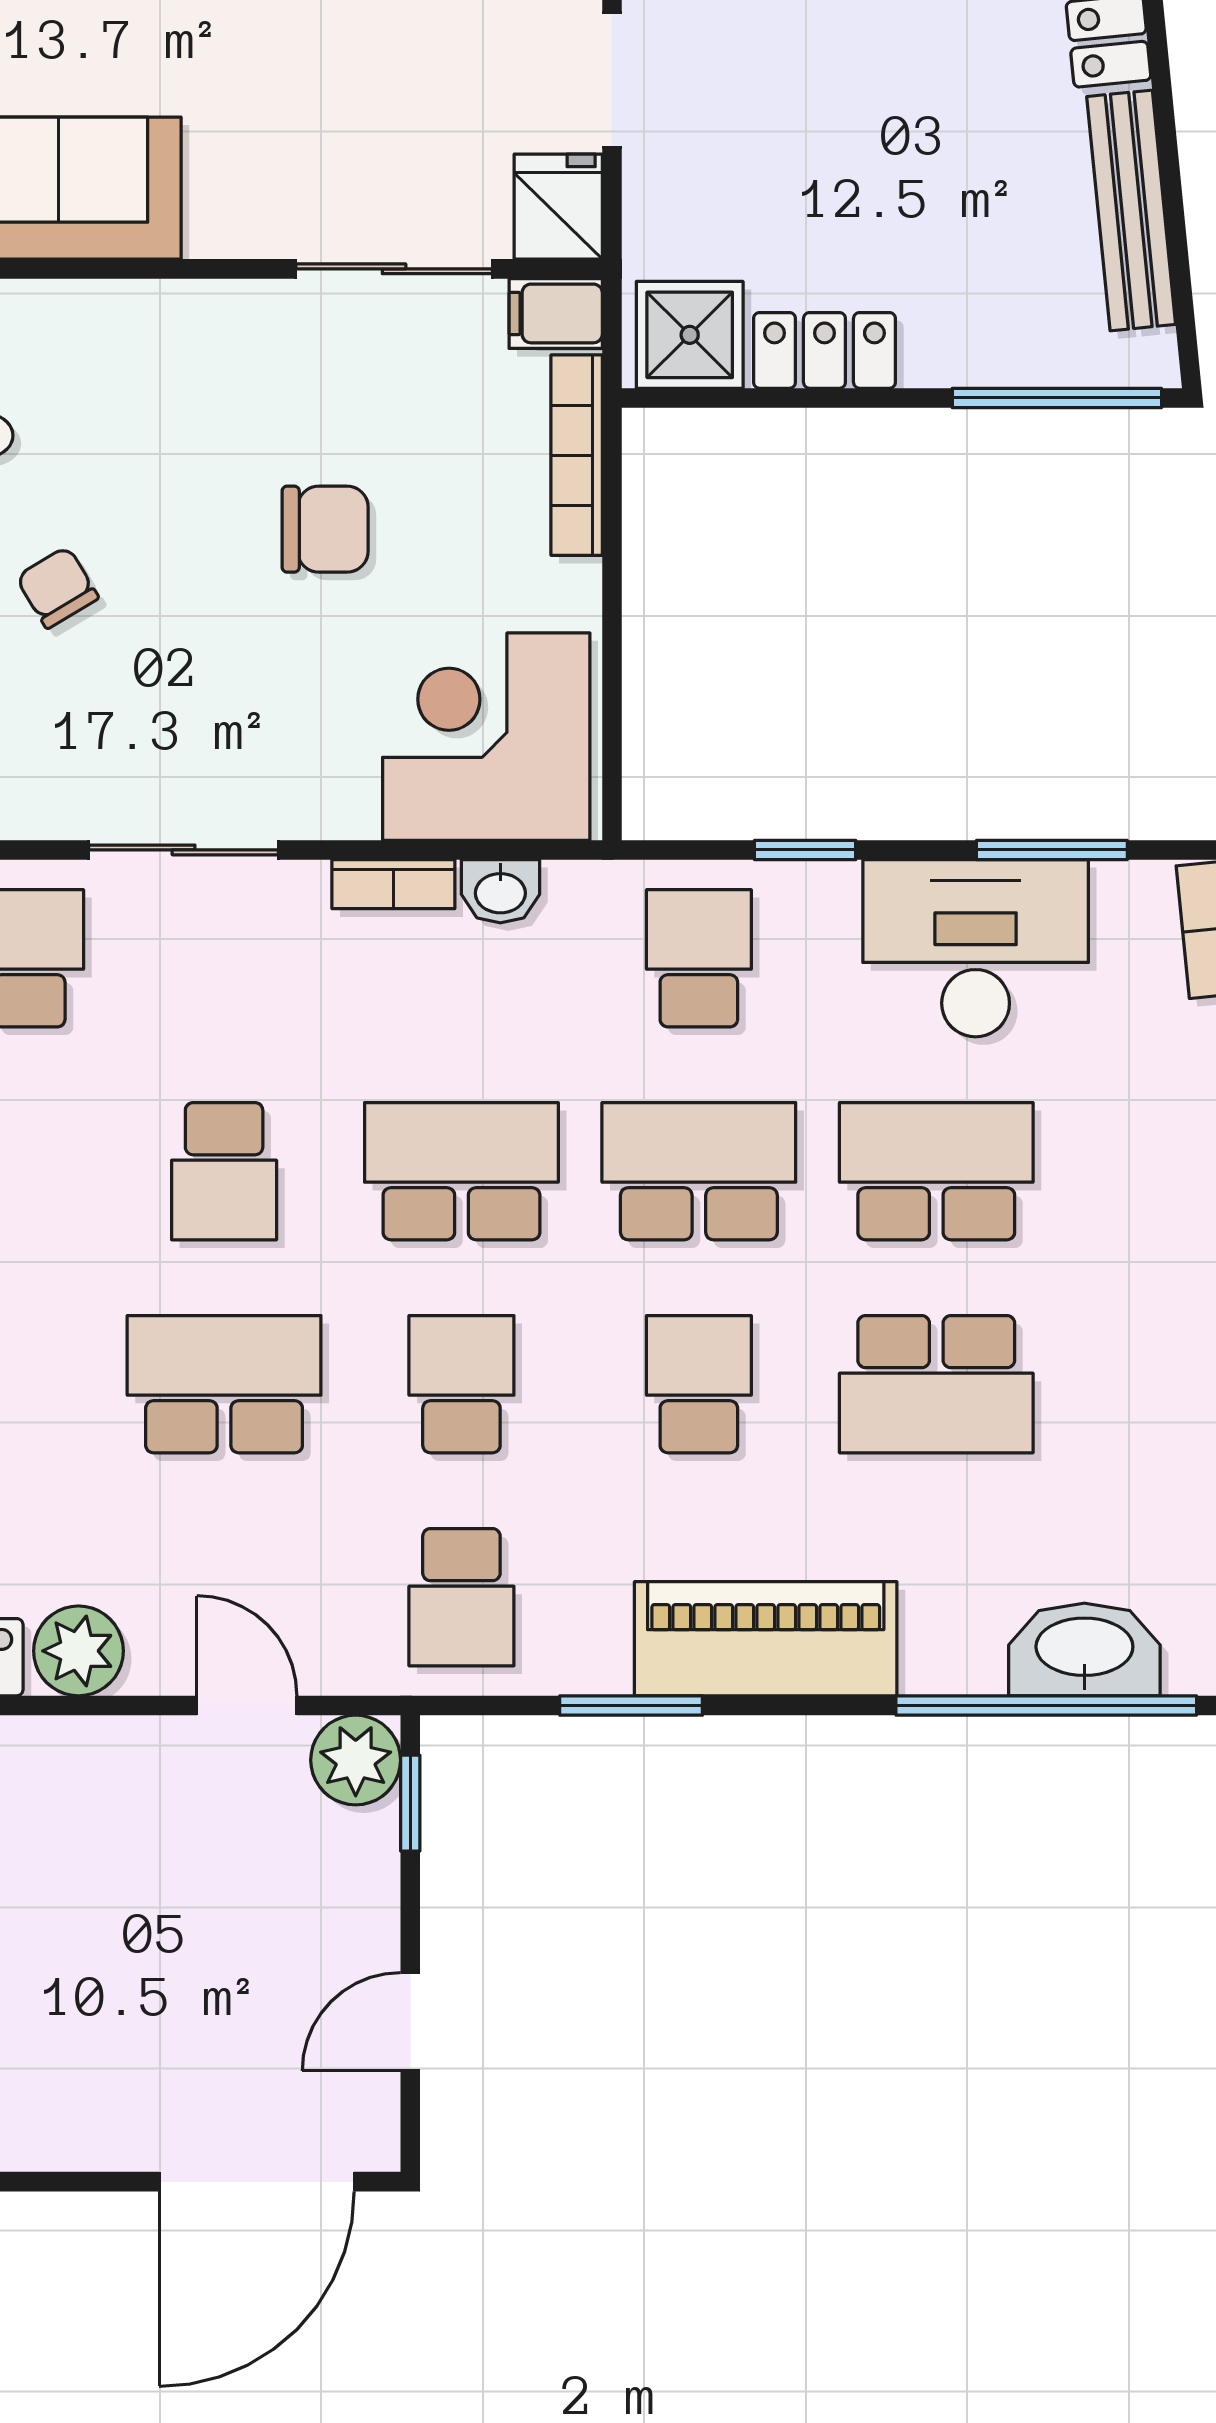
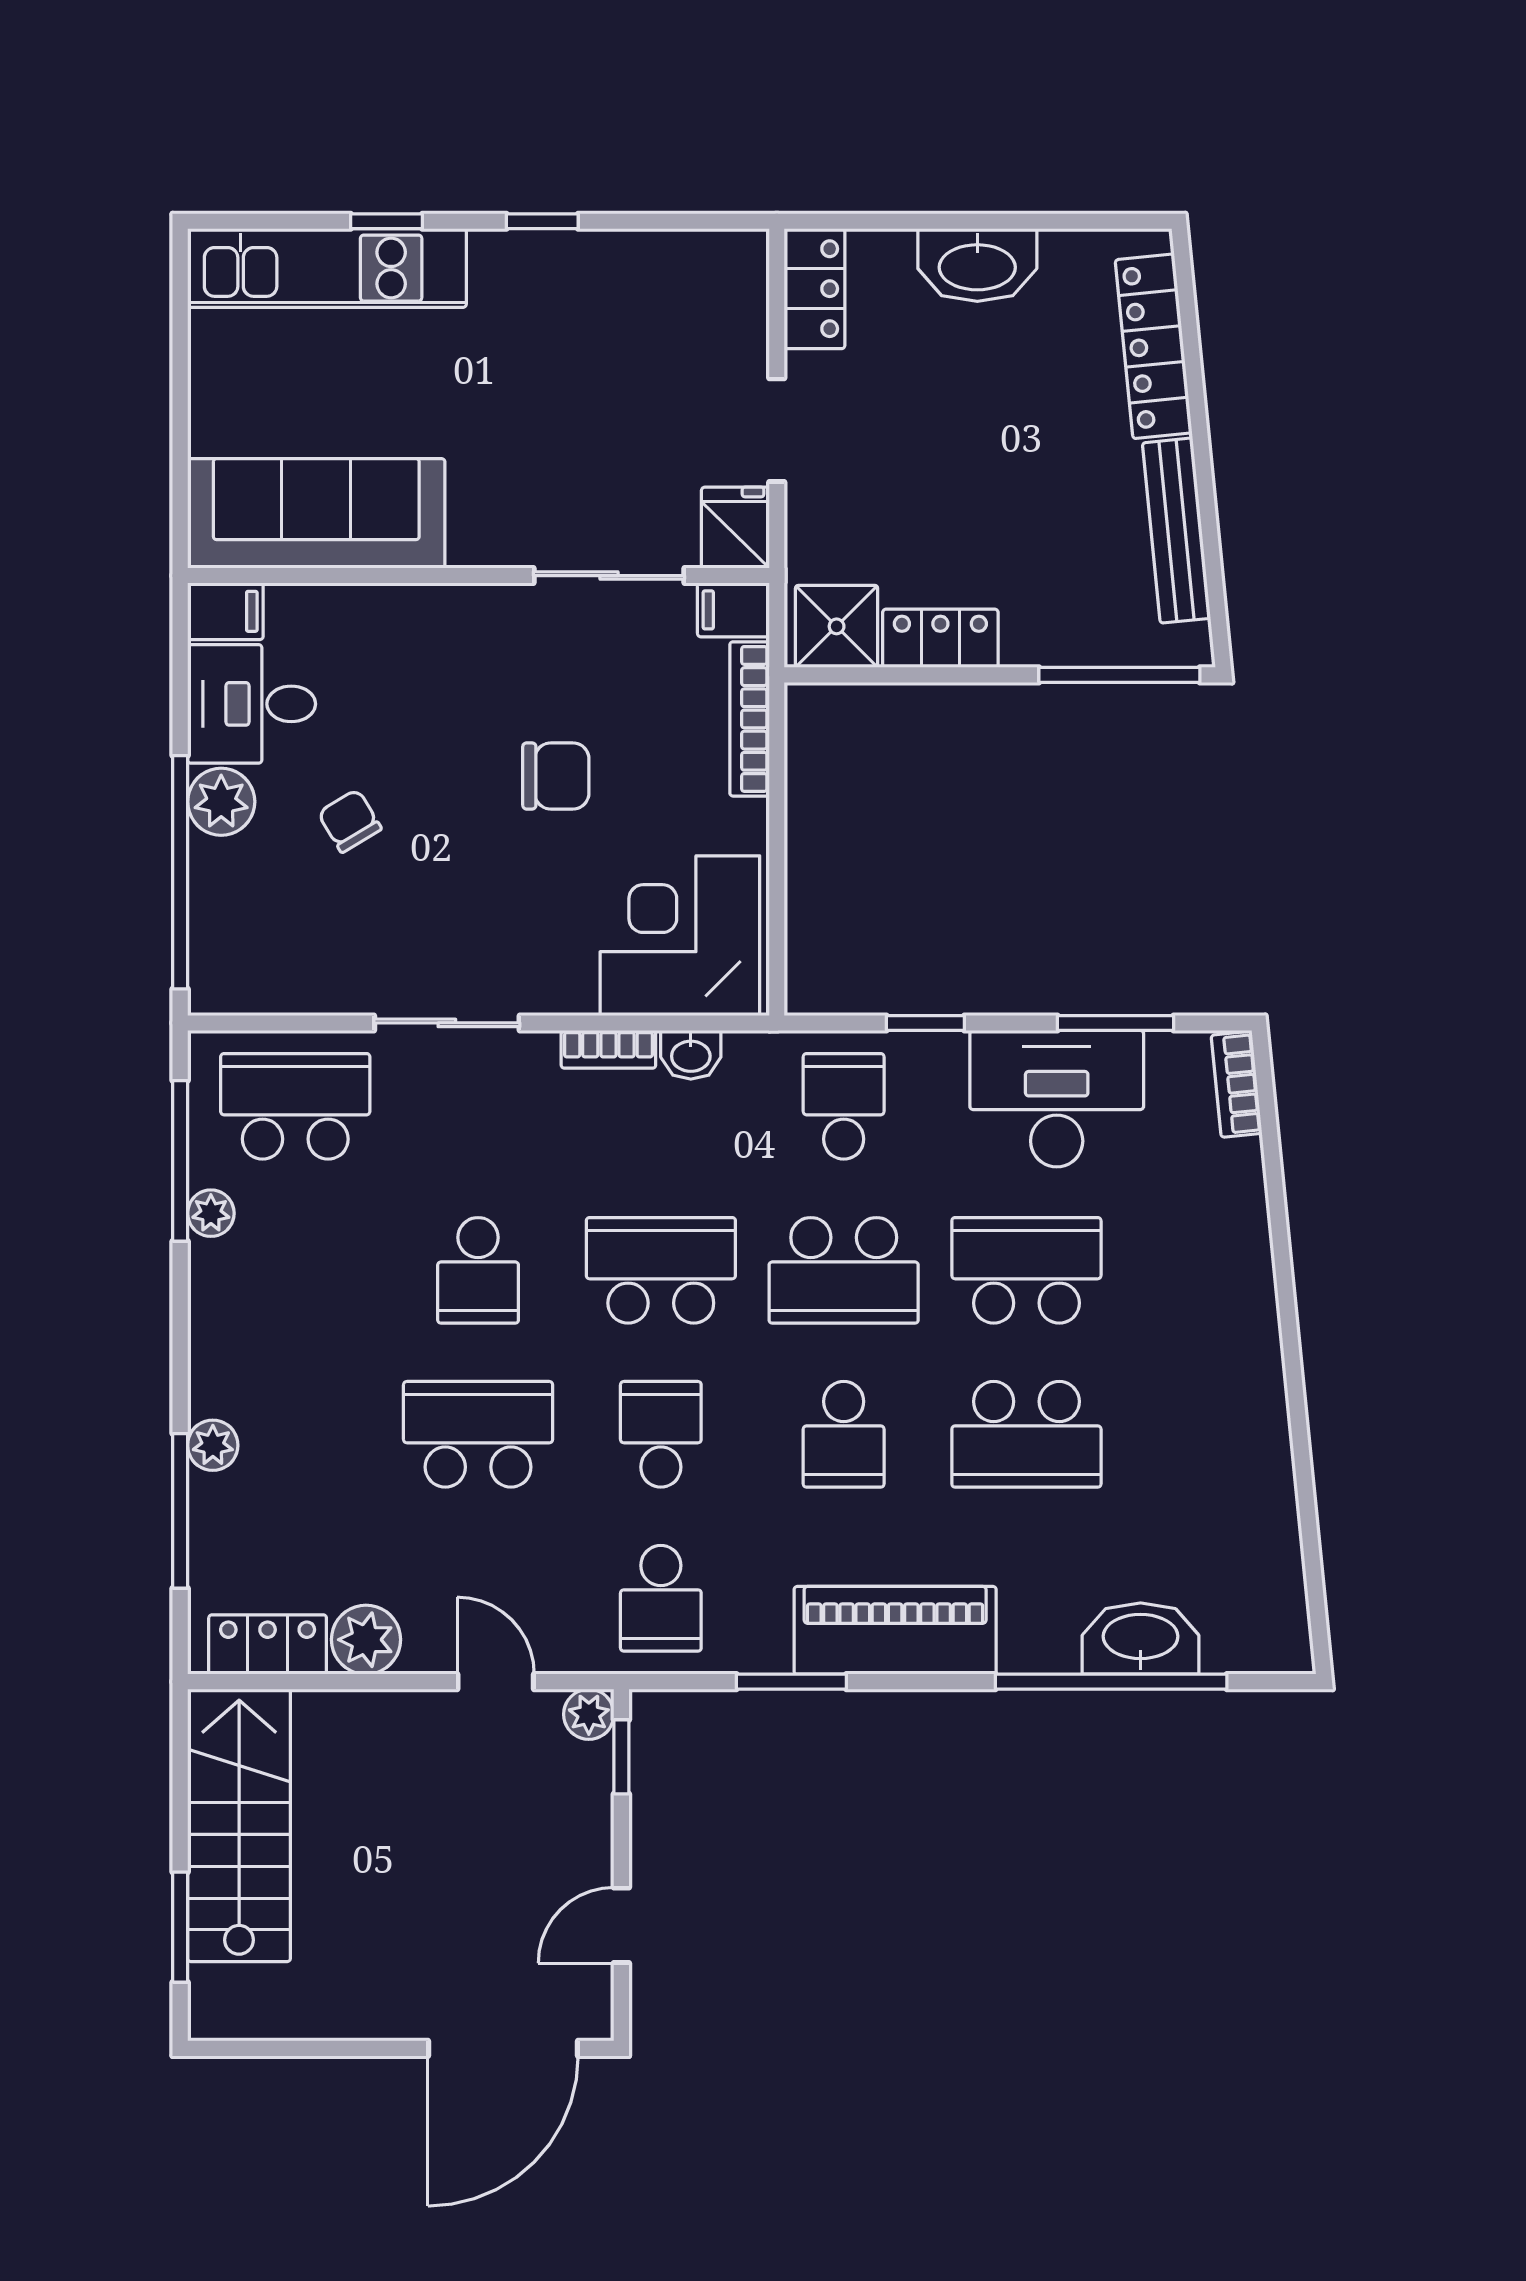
school desk: (699, 1171) -> (844, 1270), turned 180
school desk: (699, 1384) -> (844, 1434), turned 180
plant: (356, 1760) -> (589, 1714), width x0.73, depth x0.73

